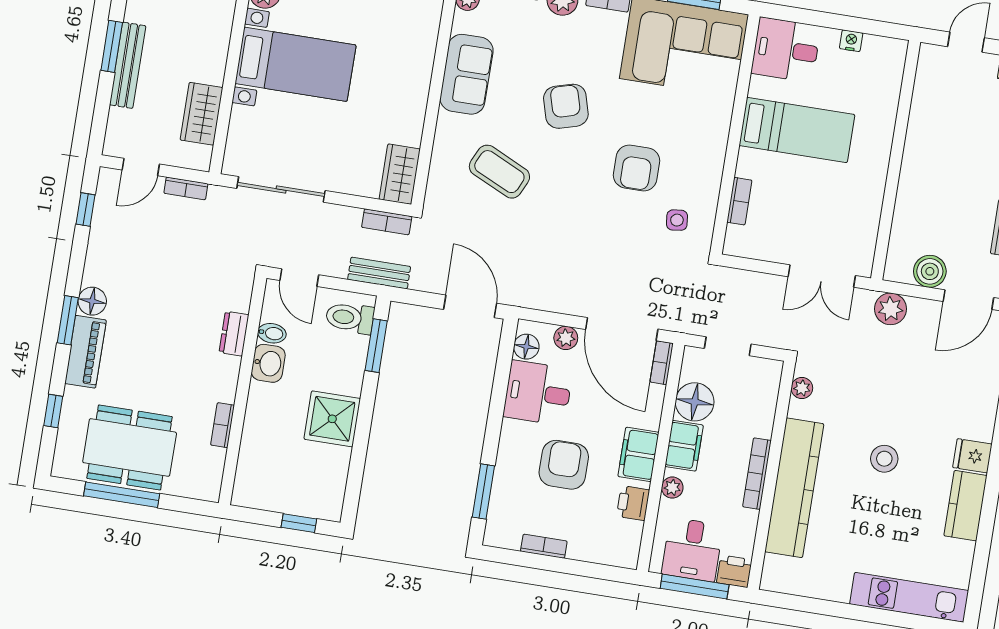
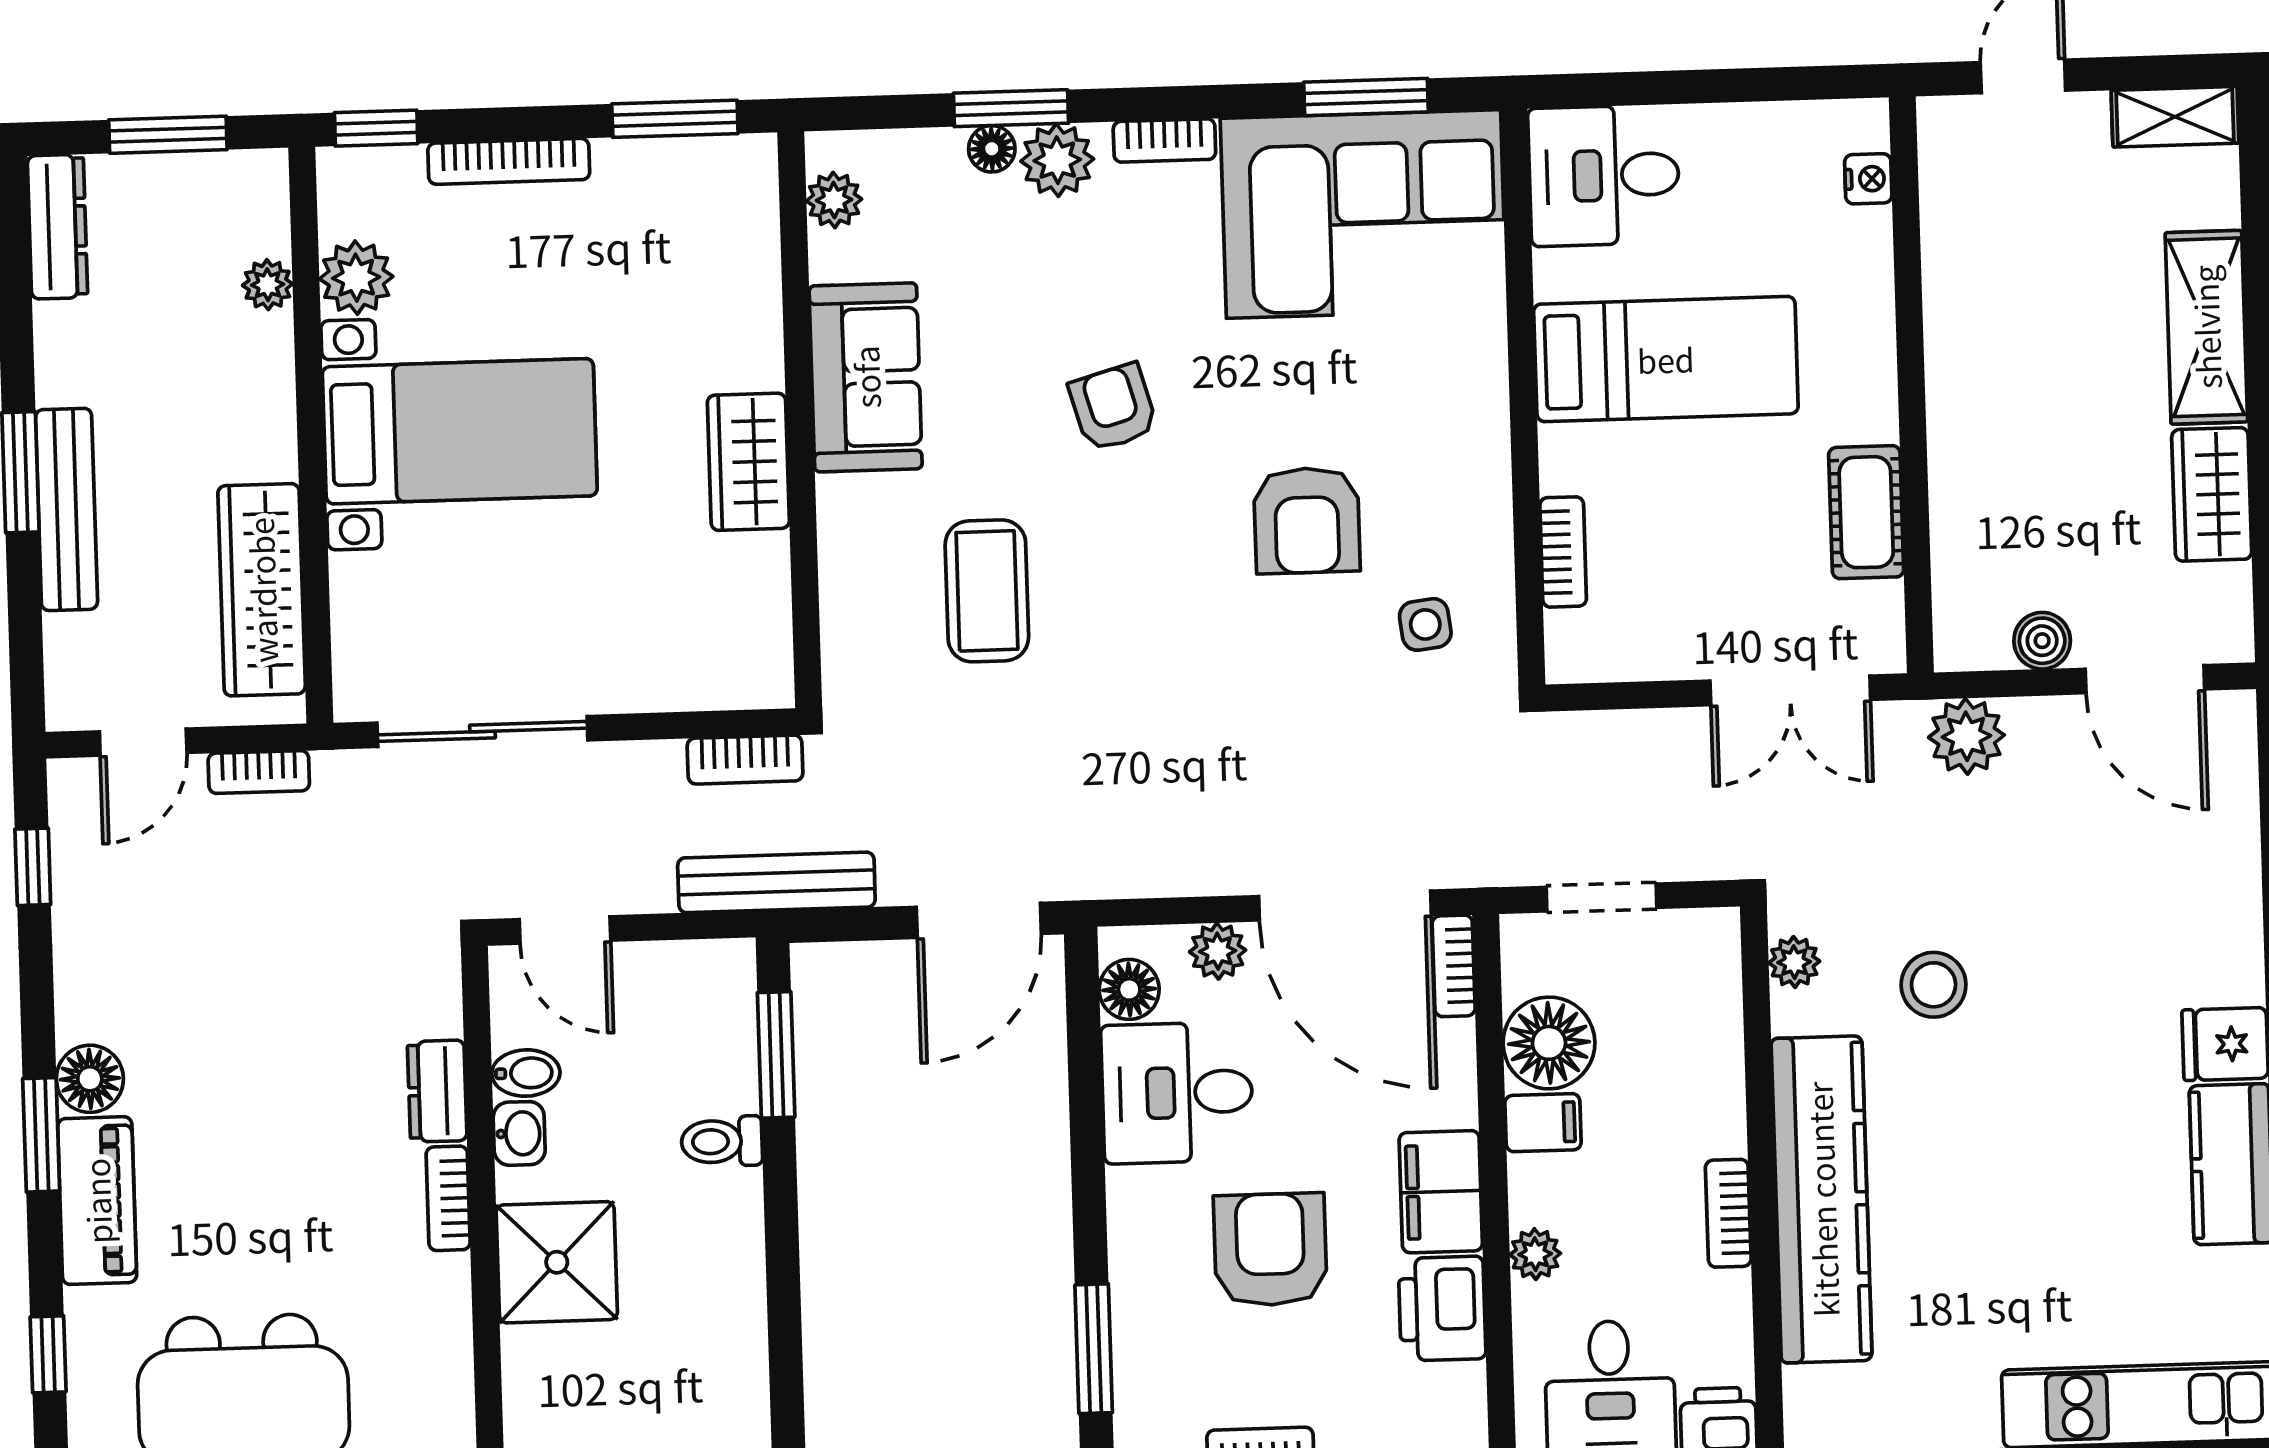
nightstand: (851, 41) -> (1868, 179), moved, turned 90
armchair: (566, 106) -> (1113, 407), width x0.72, depth x0.72
wardrobe: (201, 114) -> (262, 590), width x1.50
coffee table: (499, 172) -> (987, 591), turned 65
wardrobe: (400, 174) -> (748, 462), moved
cot: (867, 209) -> (1866, 512), added
boiler: (930, 271) -> (2042, 641), width x0.73, depth x0.73
bench: (379, 273) -> (776, 882), width x1.36
door: (968, 300) -> (2145, 679), hinge flipped
door: (470, 306) -> (979, 920), swing flipped
toilet: (350, 318) -> (722, 1141), moved, width x0.73, depth x0.72
washbasin: (268, 363) -> (519, 1133), width x0.72, depth x0.69
shower: (332, 419) -> (557, 1262), moved
bookcase: (223, 425) -> (448, 1198), moved
filing cabinet: (684, 446) -> (1543, 1123), width x0.50
stool: (884, 459) -> (1934, 985), moved
bookcase: (757, 474) -> (1728, 1213), width x0.64
printer: (633, 503) -> (1442, 1309), width x1.36, depth x1.24

